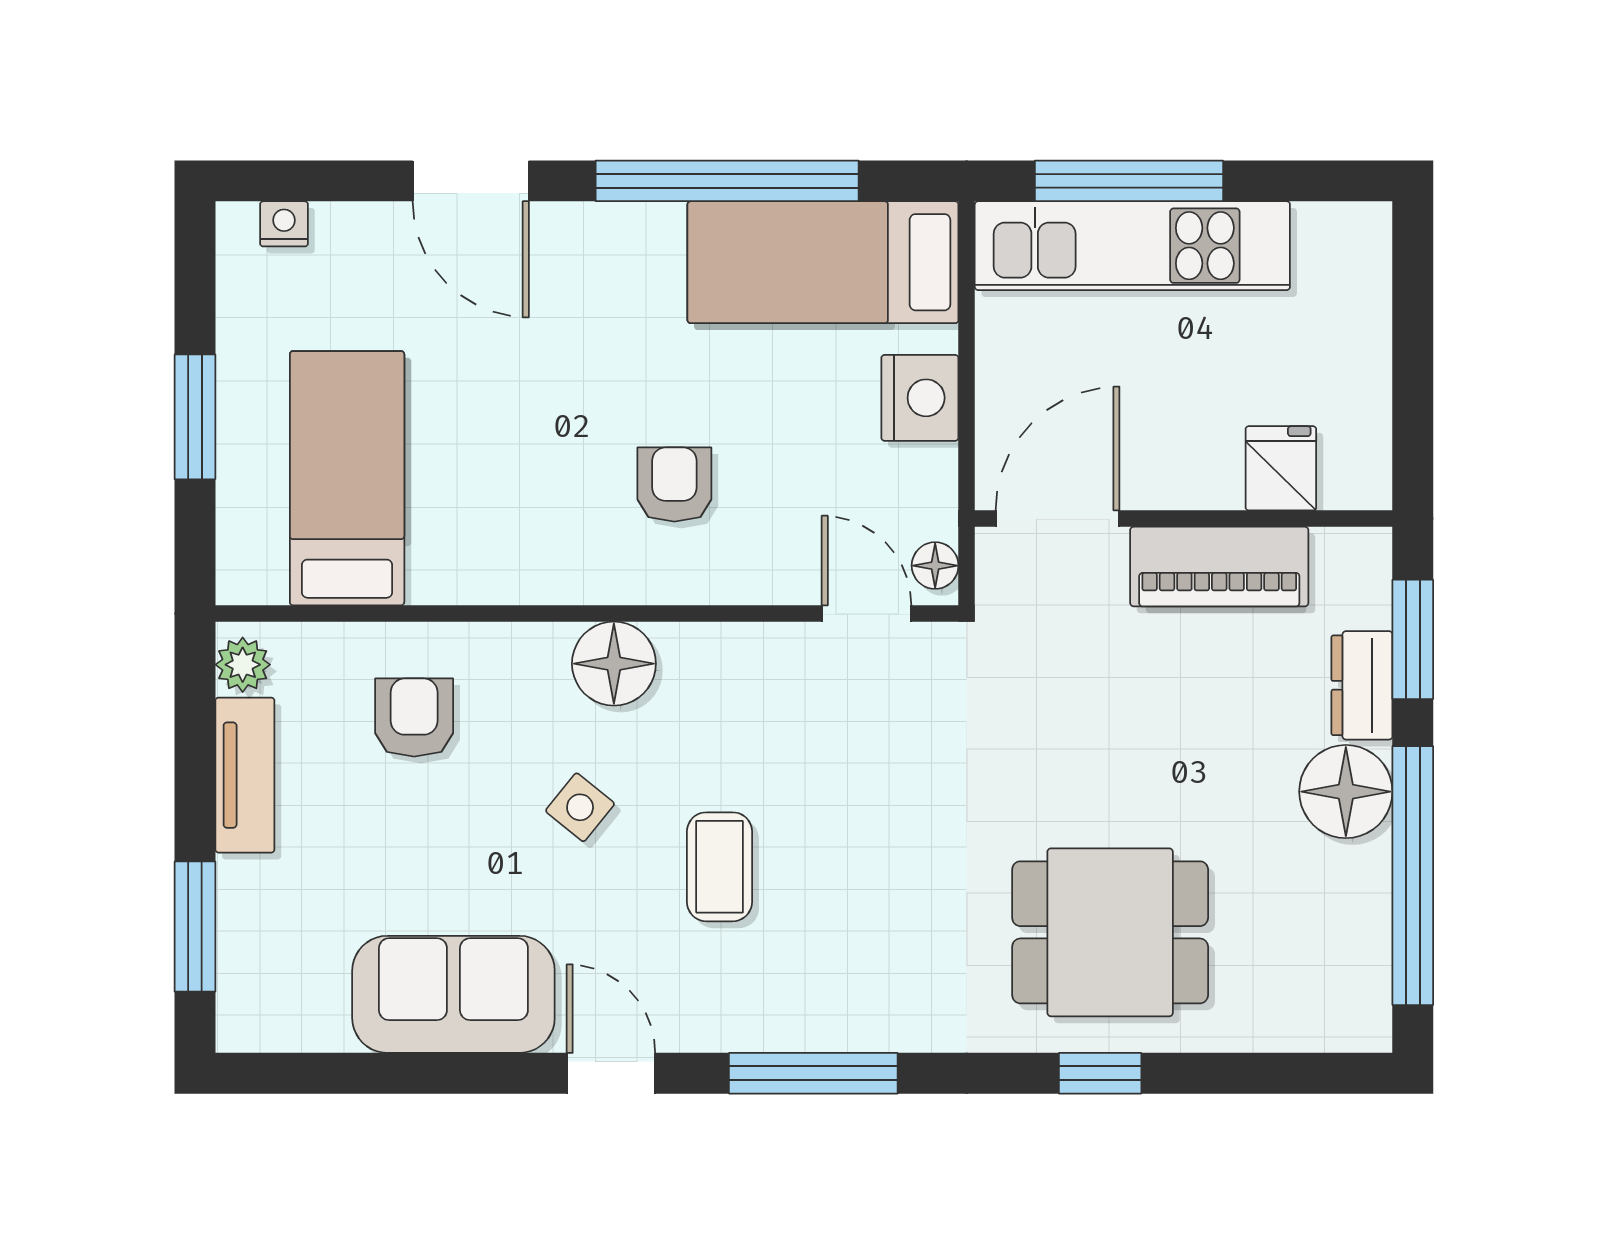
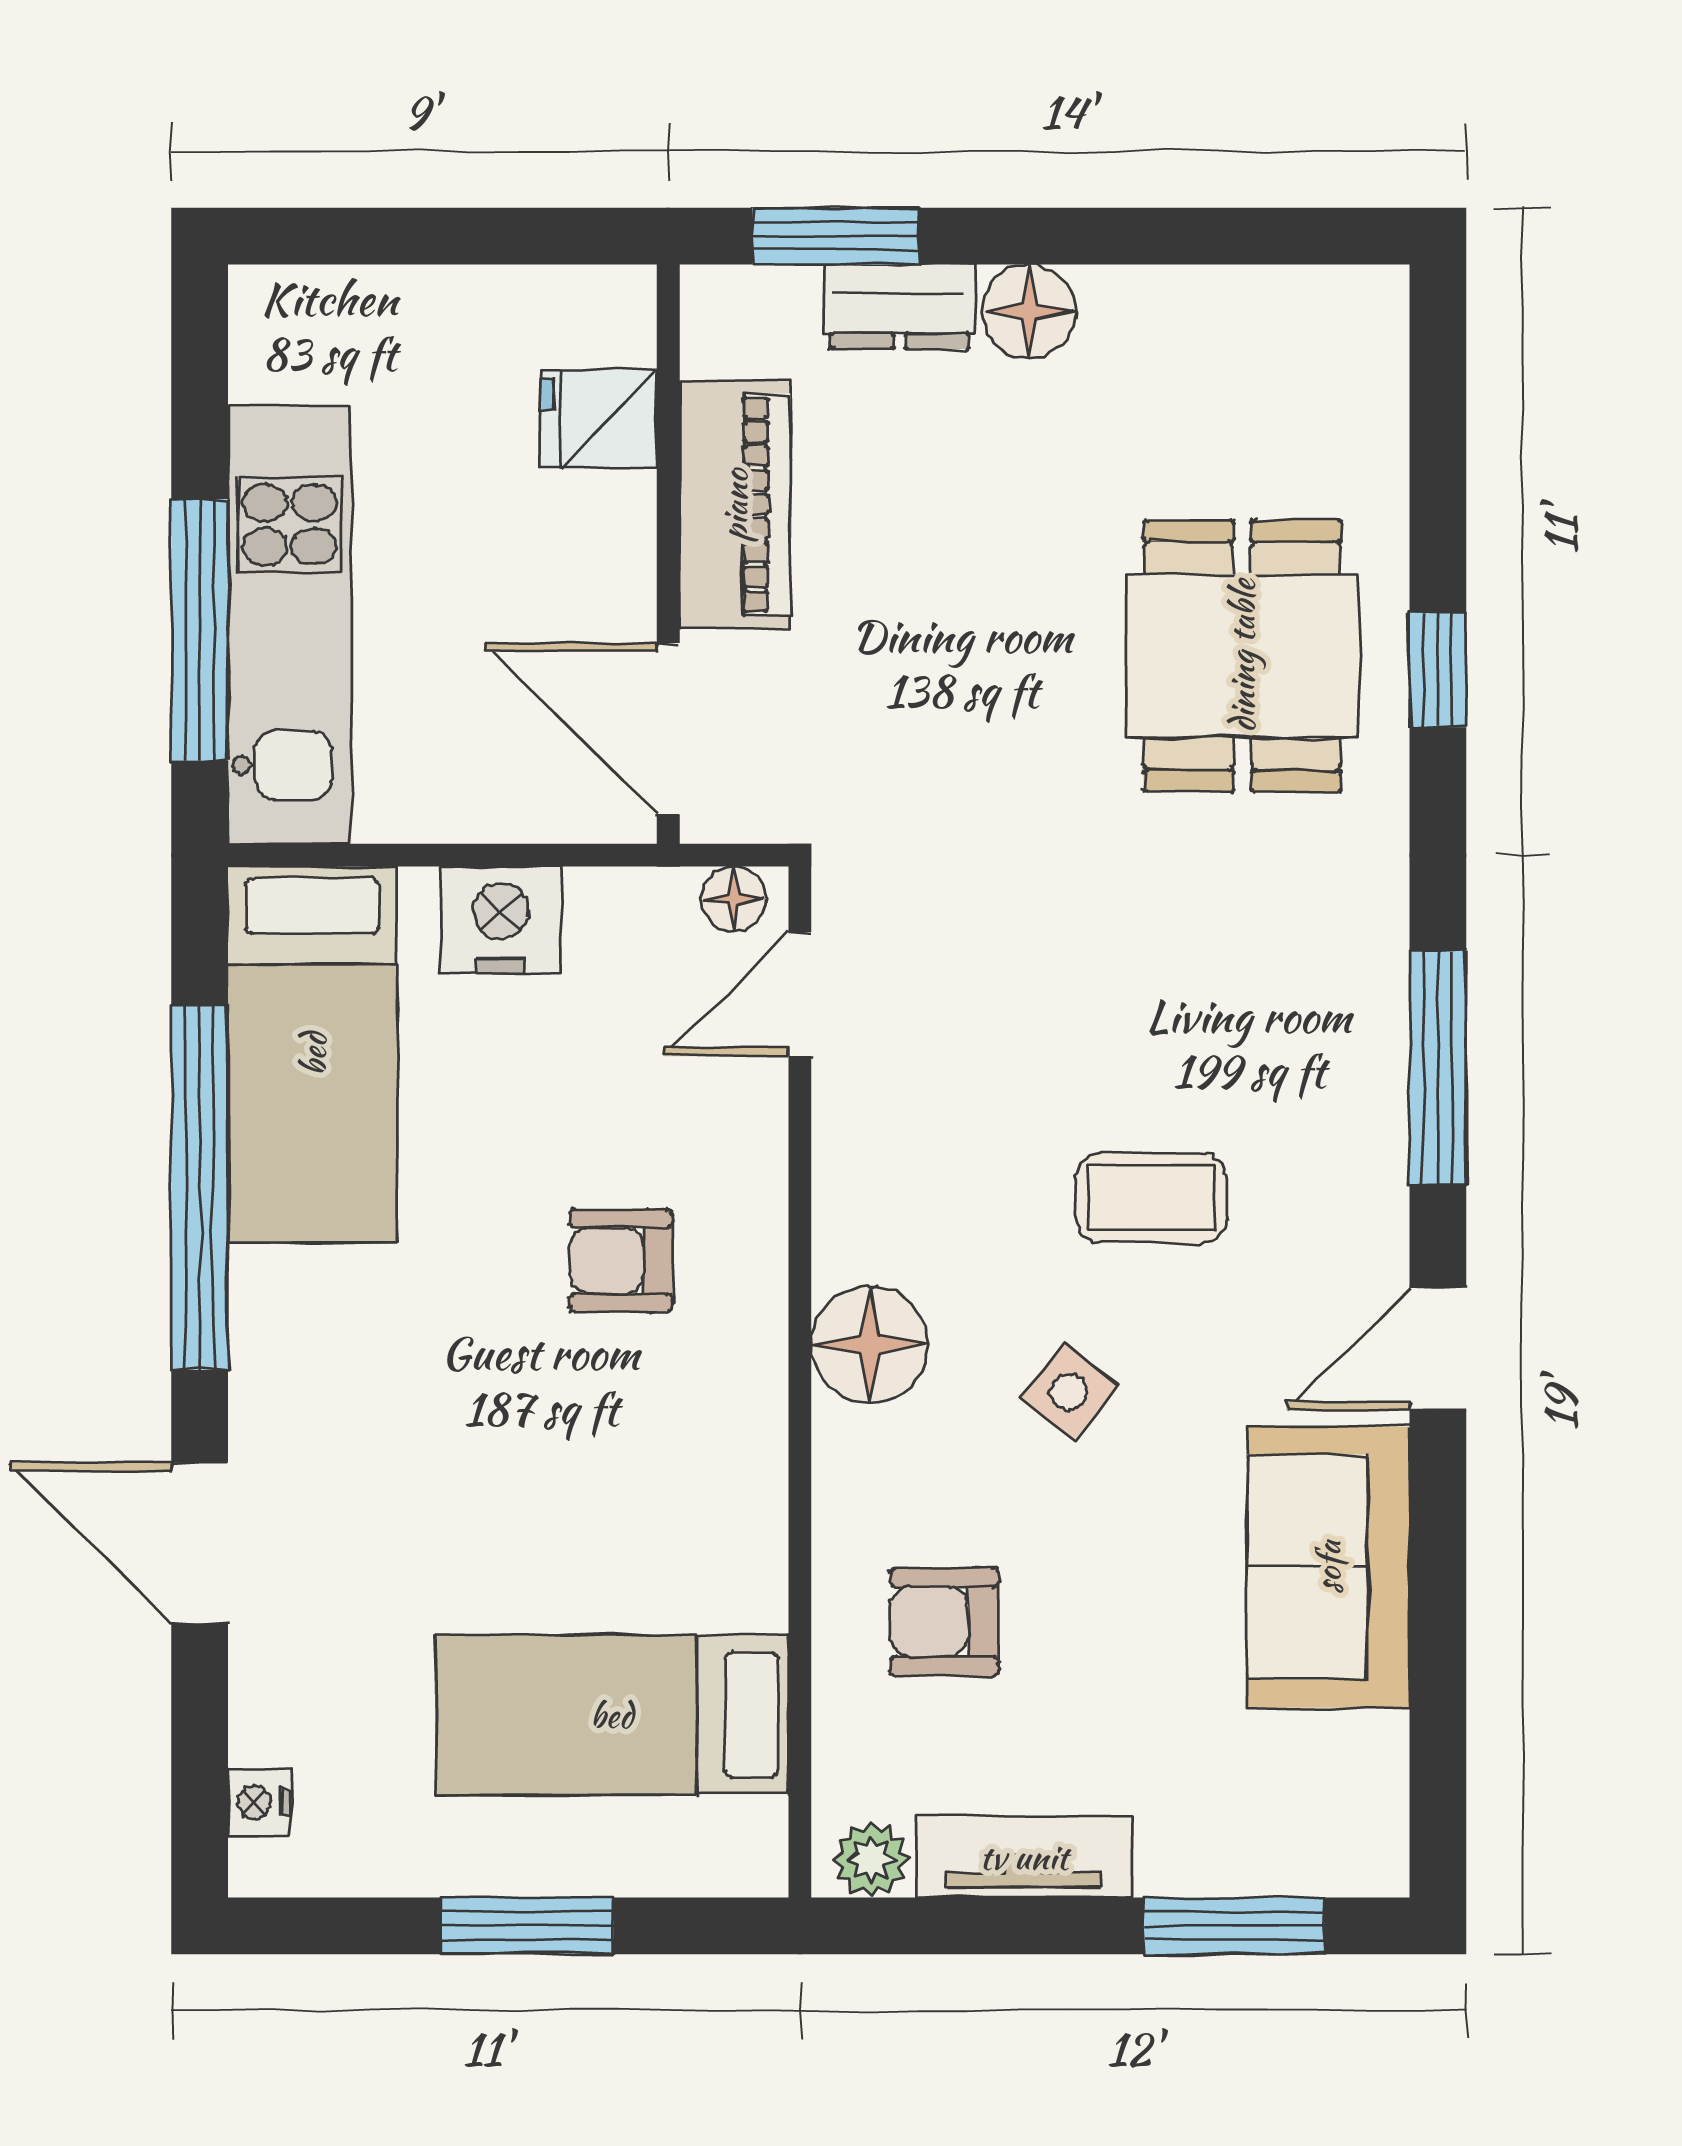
door: (471, 181) -> (200, 1543), swing flipped
floor lamp: (1346, 792) -> (1029, 311), width x0.73, depth x0.73
window: (1413, 876) -> (1164, 236), removed

